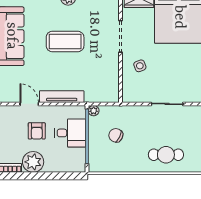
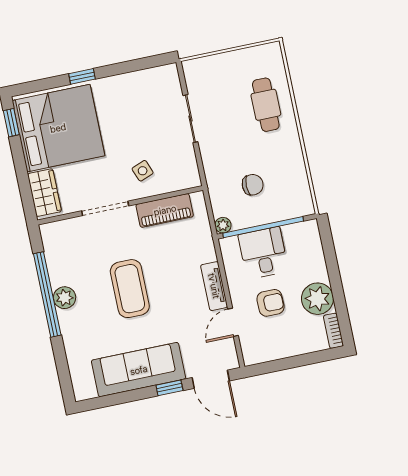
piano: (111, 75) -> (165, 210), added
tv unit: (62, 97) -> (214, 286), width x0.71
chair: (116, 135) -> (253, 185), turned -116

